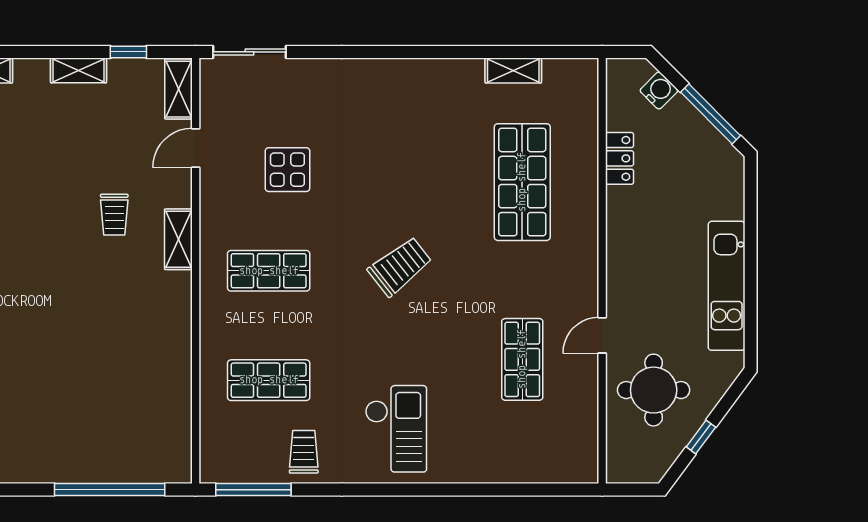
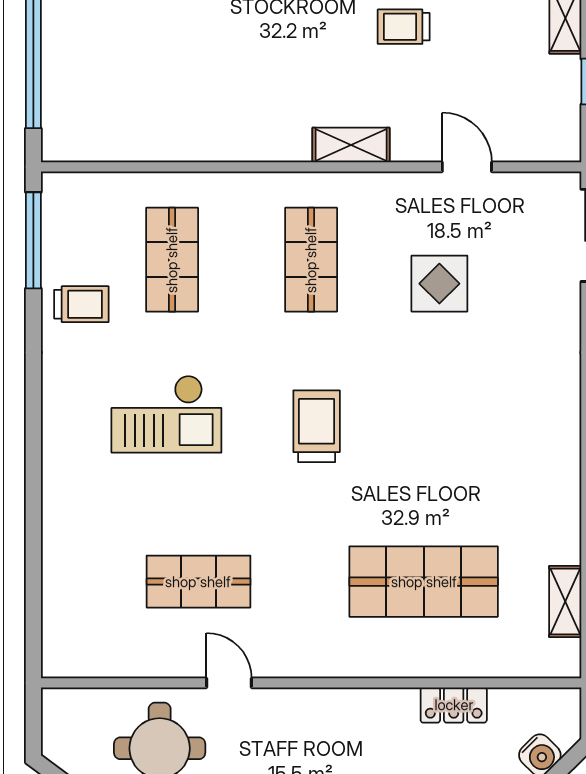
shelving: (513, 70) -> (565, 602), moved
shelving: (178, 89) -> (542, 145), removed
trolley: (114, 215) -> (404, 27), moved
trolley: (400, 266) -> (317, 426), turned -142
checkout: (396, 429) -> (166, 414), moved

